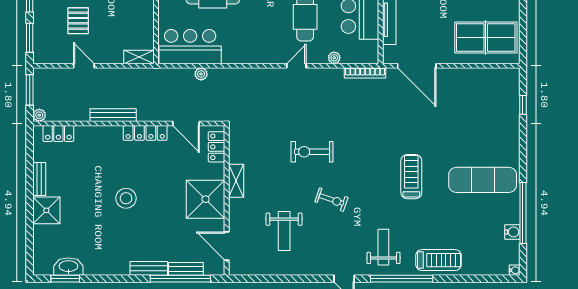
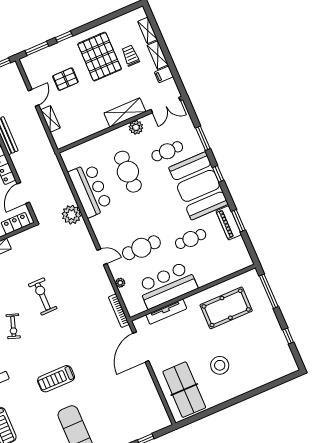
bar counter: (190, 47) -> (90, 190), moved
shelving: (139, 57) -> (50, 119), moved
plant: (201, 74) -> (72, 215), moved, width x1.88, depth x1.88
treadmill: (411, 177) -> (56, 379), turned 180

